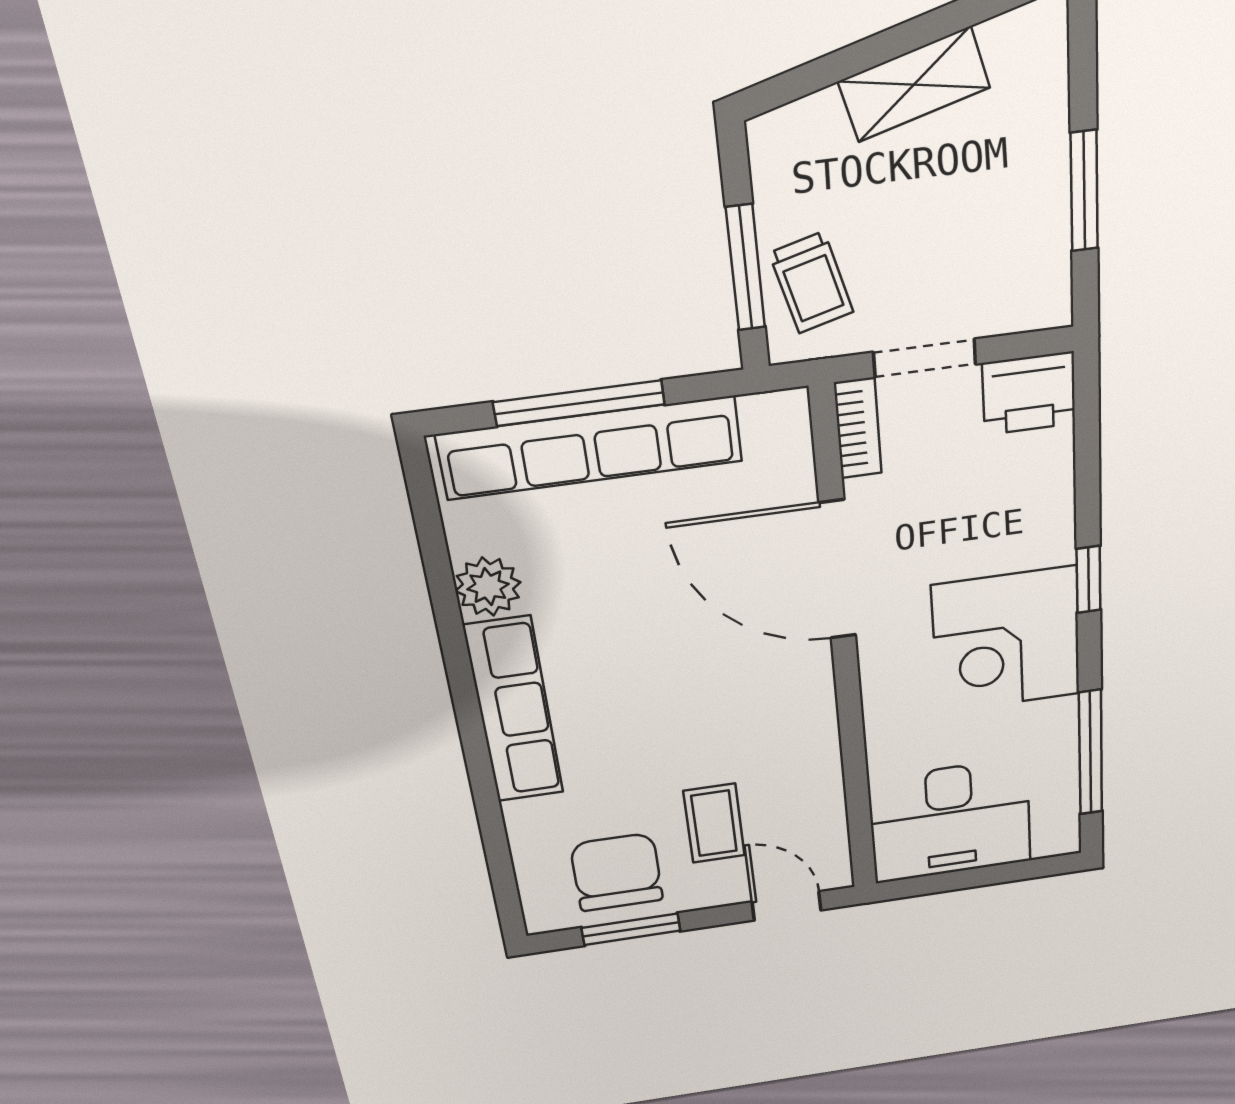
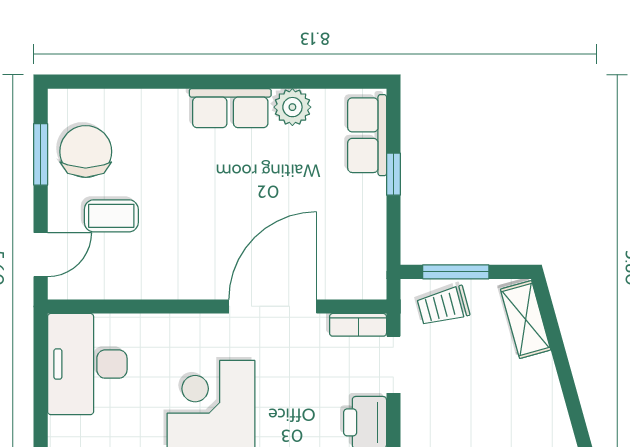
shelving: (914, 85) -> (526, 319), moved
window: (579, 403) -> (393, 174), width x0.46
row of seats: (590, 448) -> (367, 135), width x0.50
row of seats: (514, 710) -> (230, 108), width x0.68
chair: (617, 872) -> (86, 152), turned -90

